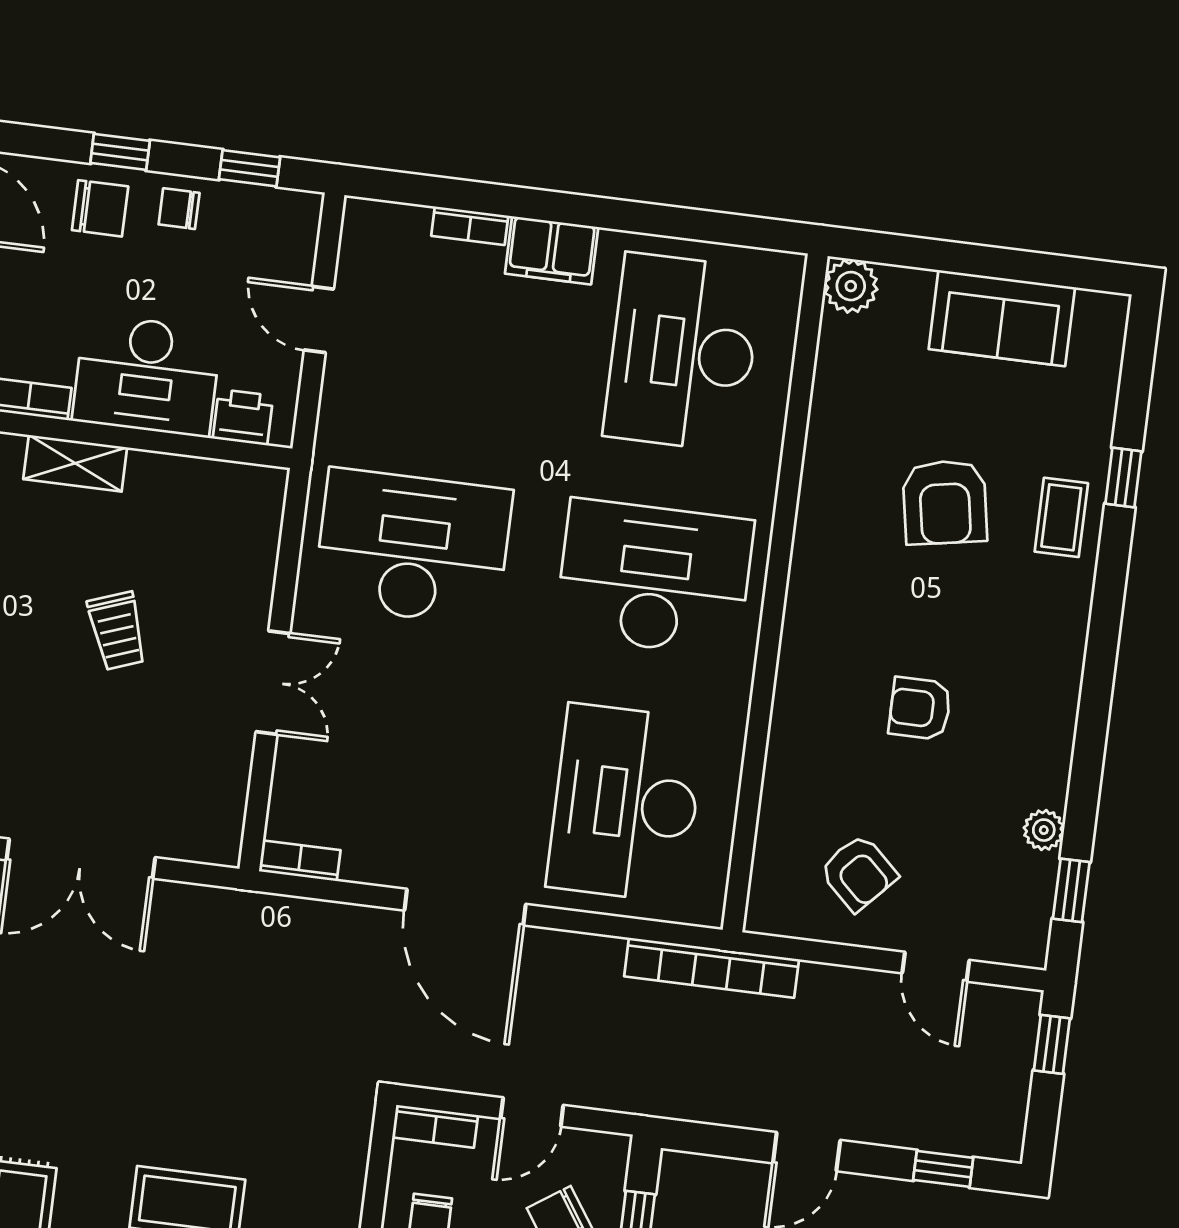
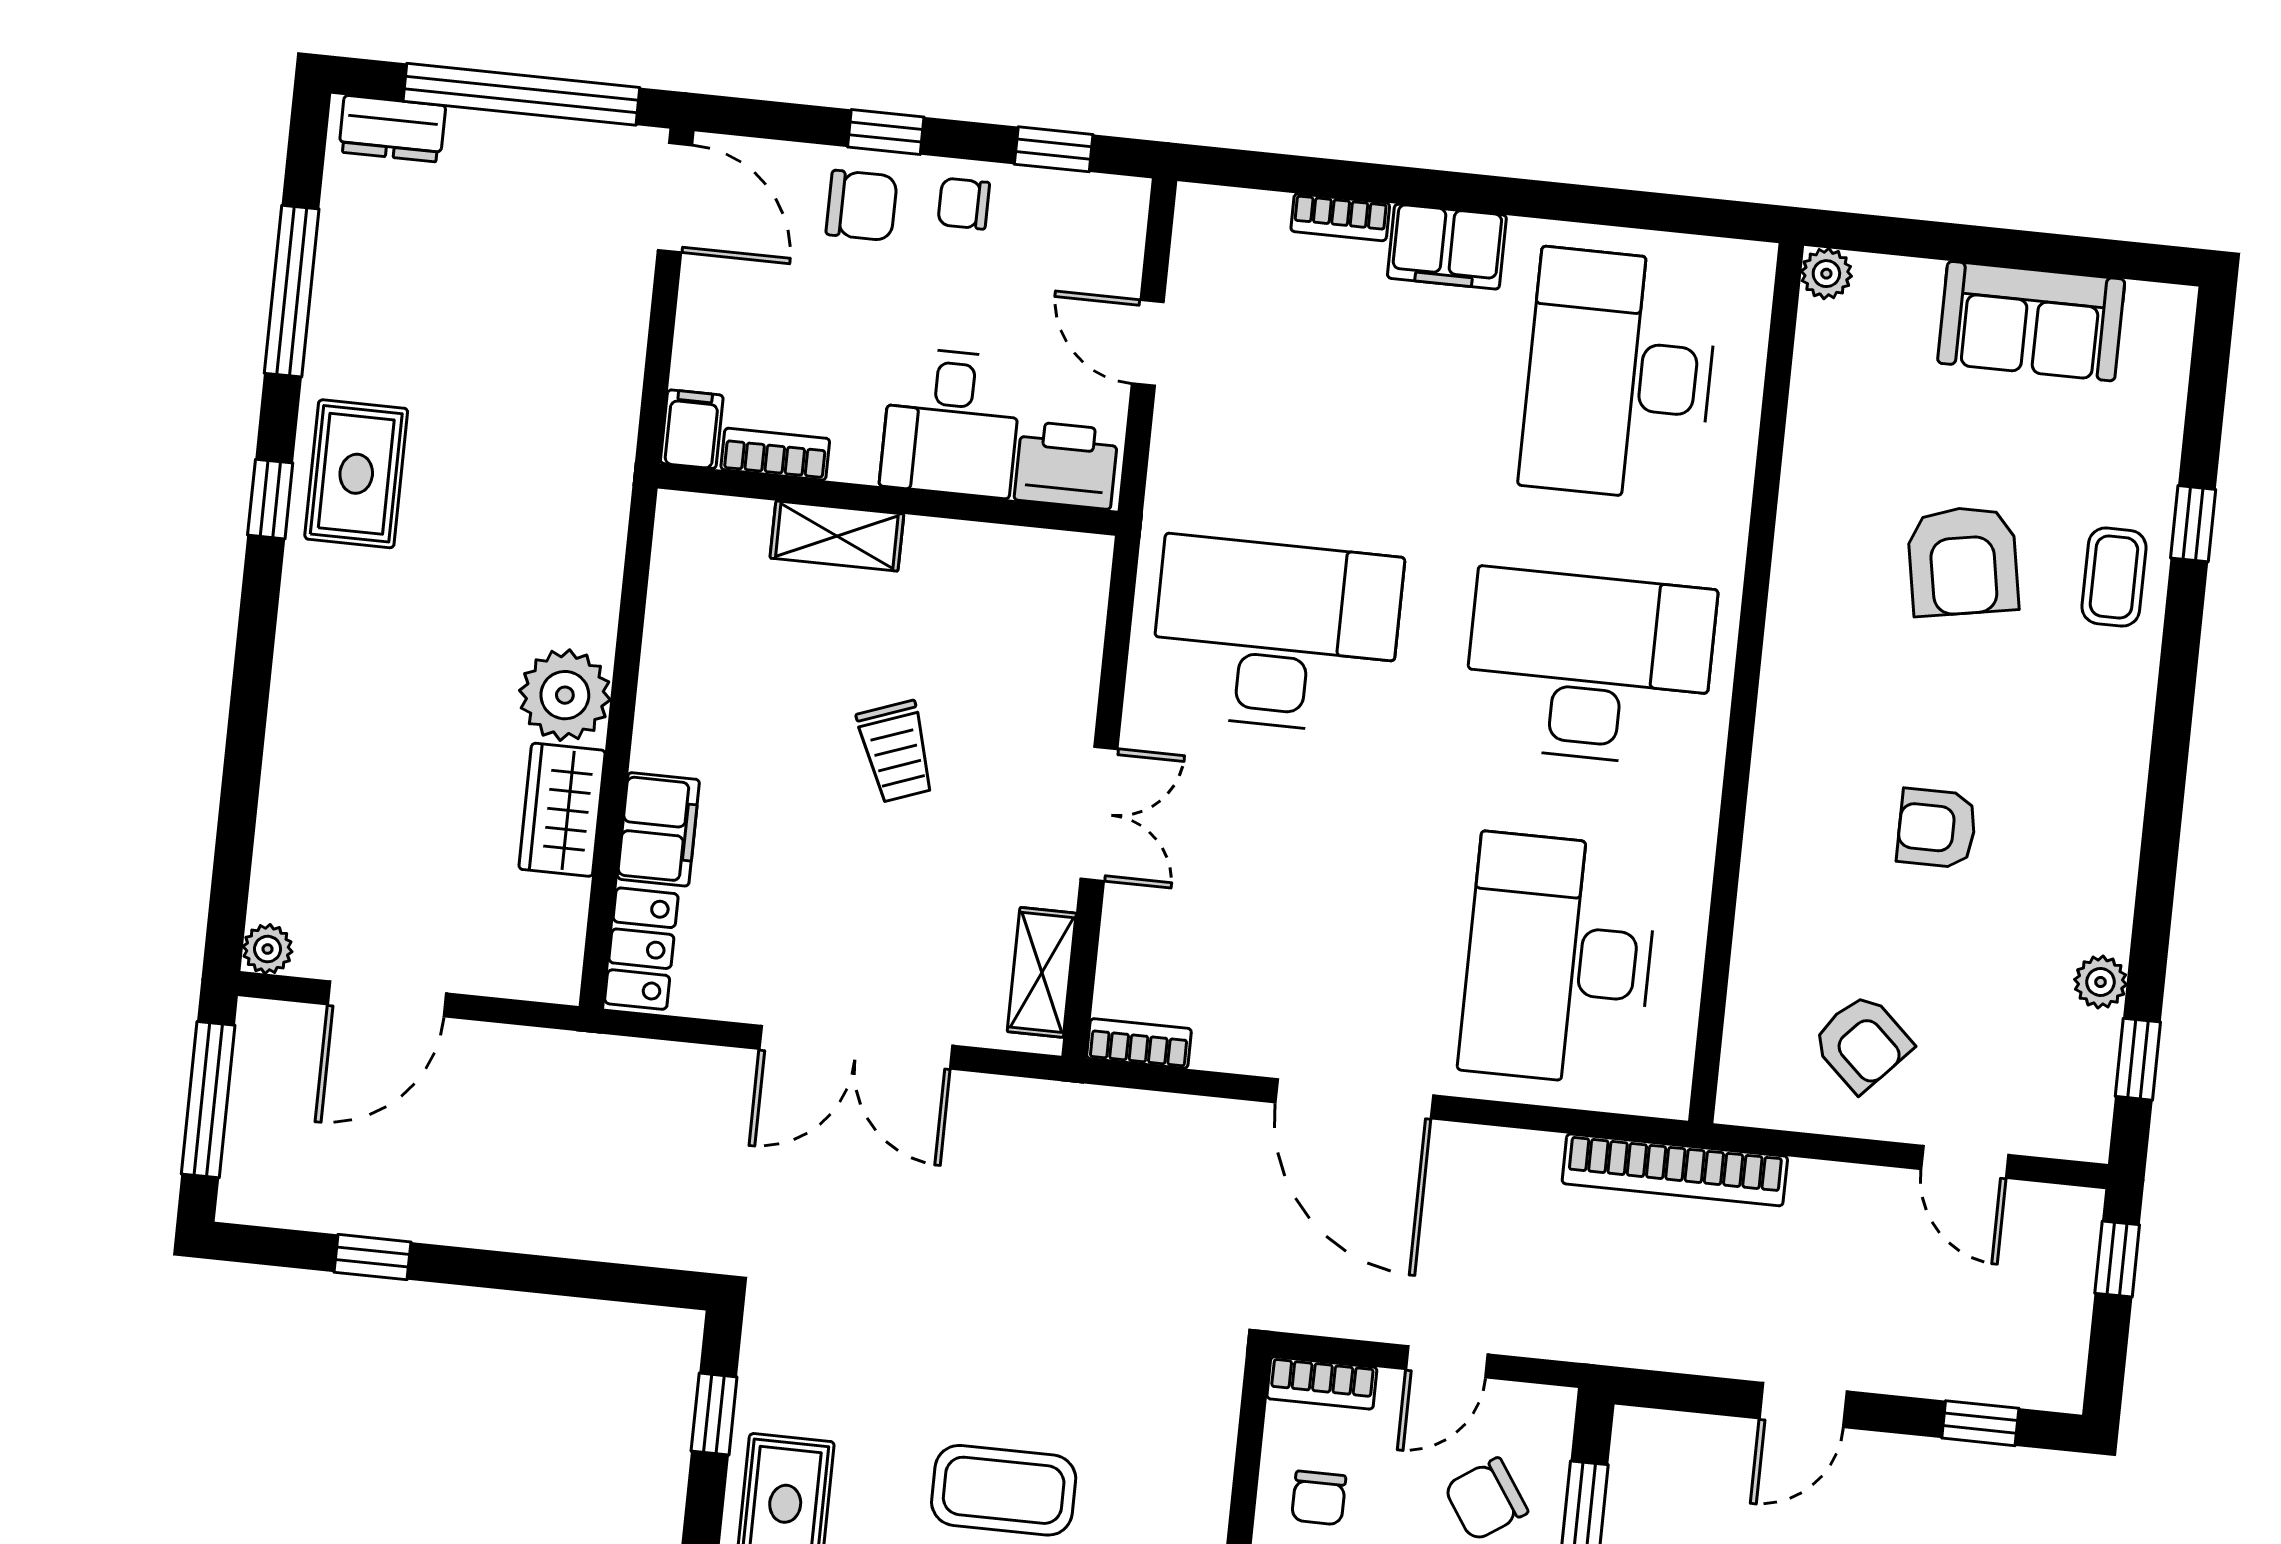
plant: (851, 286) -> (1826, 274), width x0.73, depth x0.73
desk: (147, 375) -> (951, 423), width x0.73
printer: (243, 417) -> (1066, 465), width x1.36, depth x1.24
shelving: (226, 804) -> (1042, 972), added

